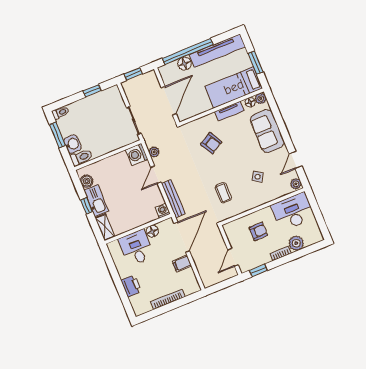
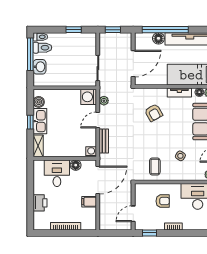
window: (57, 135) -> (30, 54), width x1.44
toilet: (81, 157) -> (42, 48), moved
coffee table: (223, 193) -> (155, 167), moved
bench: (173, 199) -> (104, 141), width x0.73
plant: (296, 243) -> (190, 223), removed

